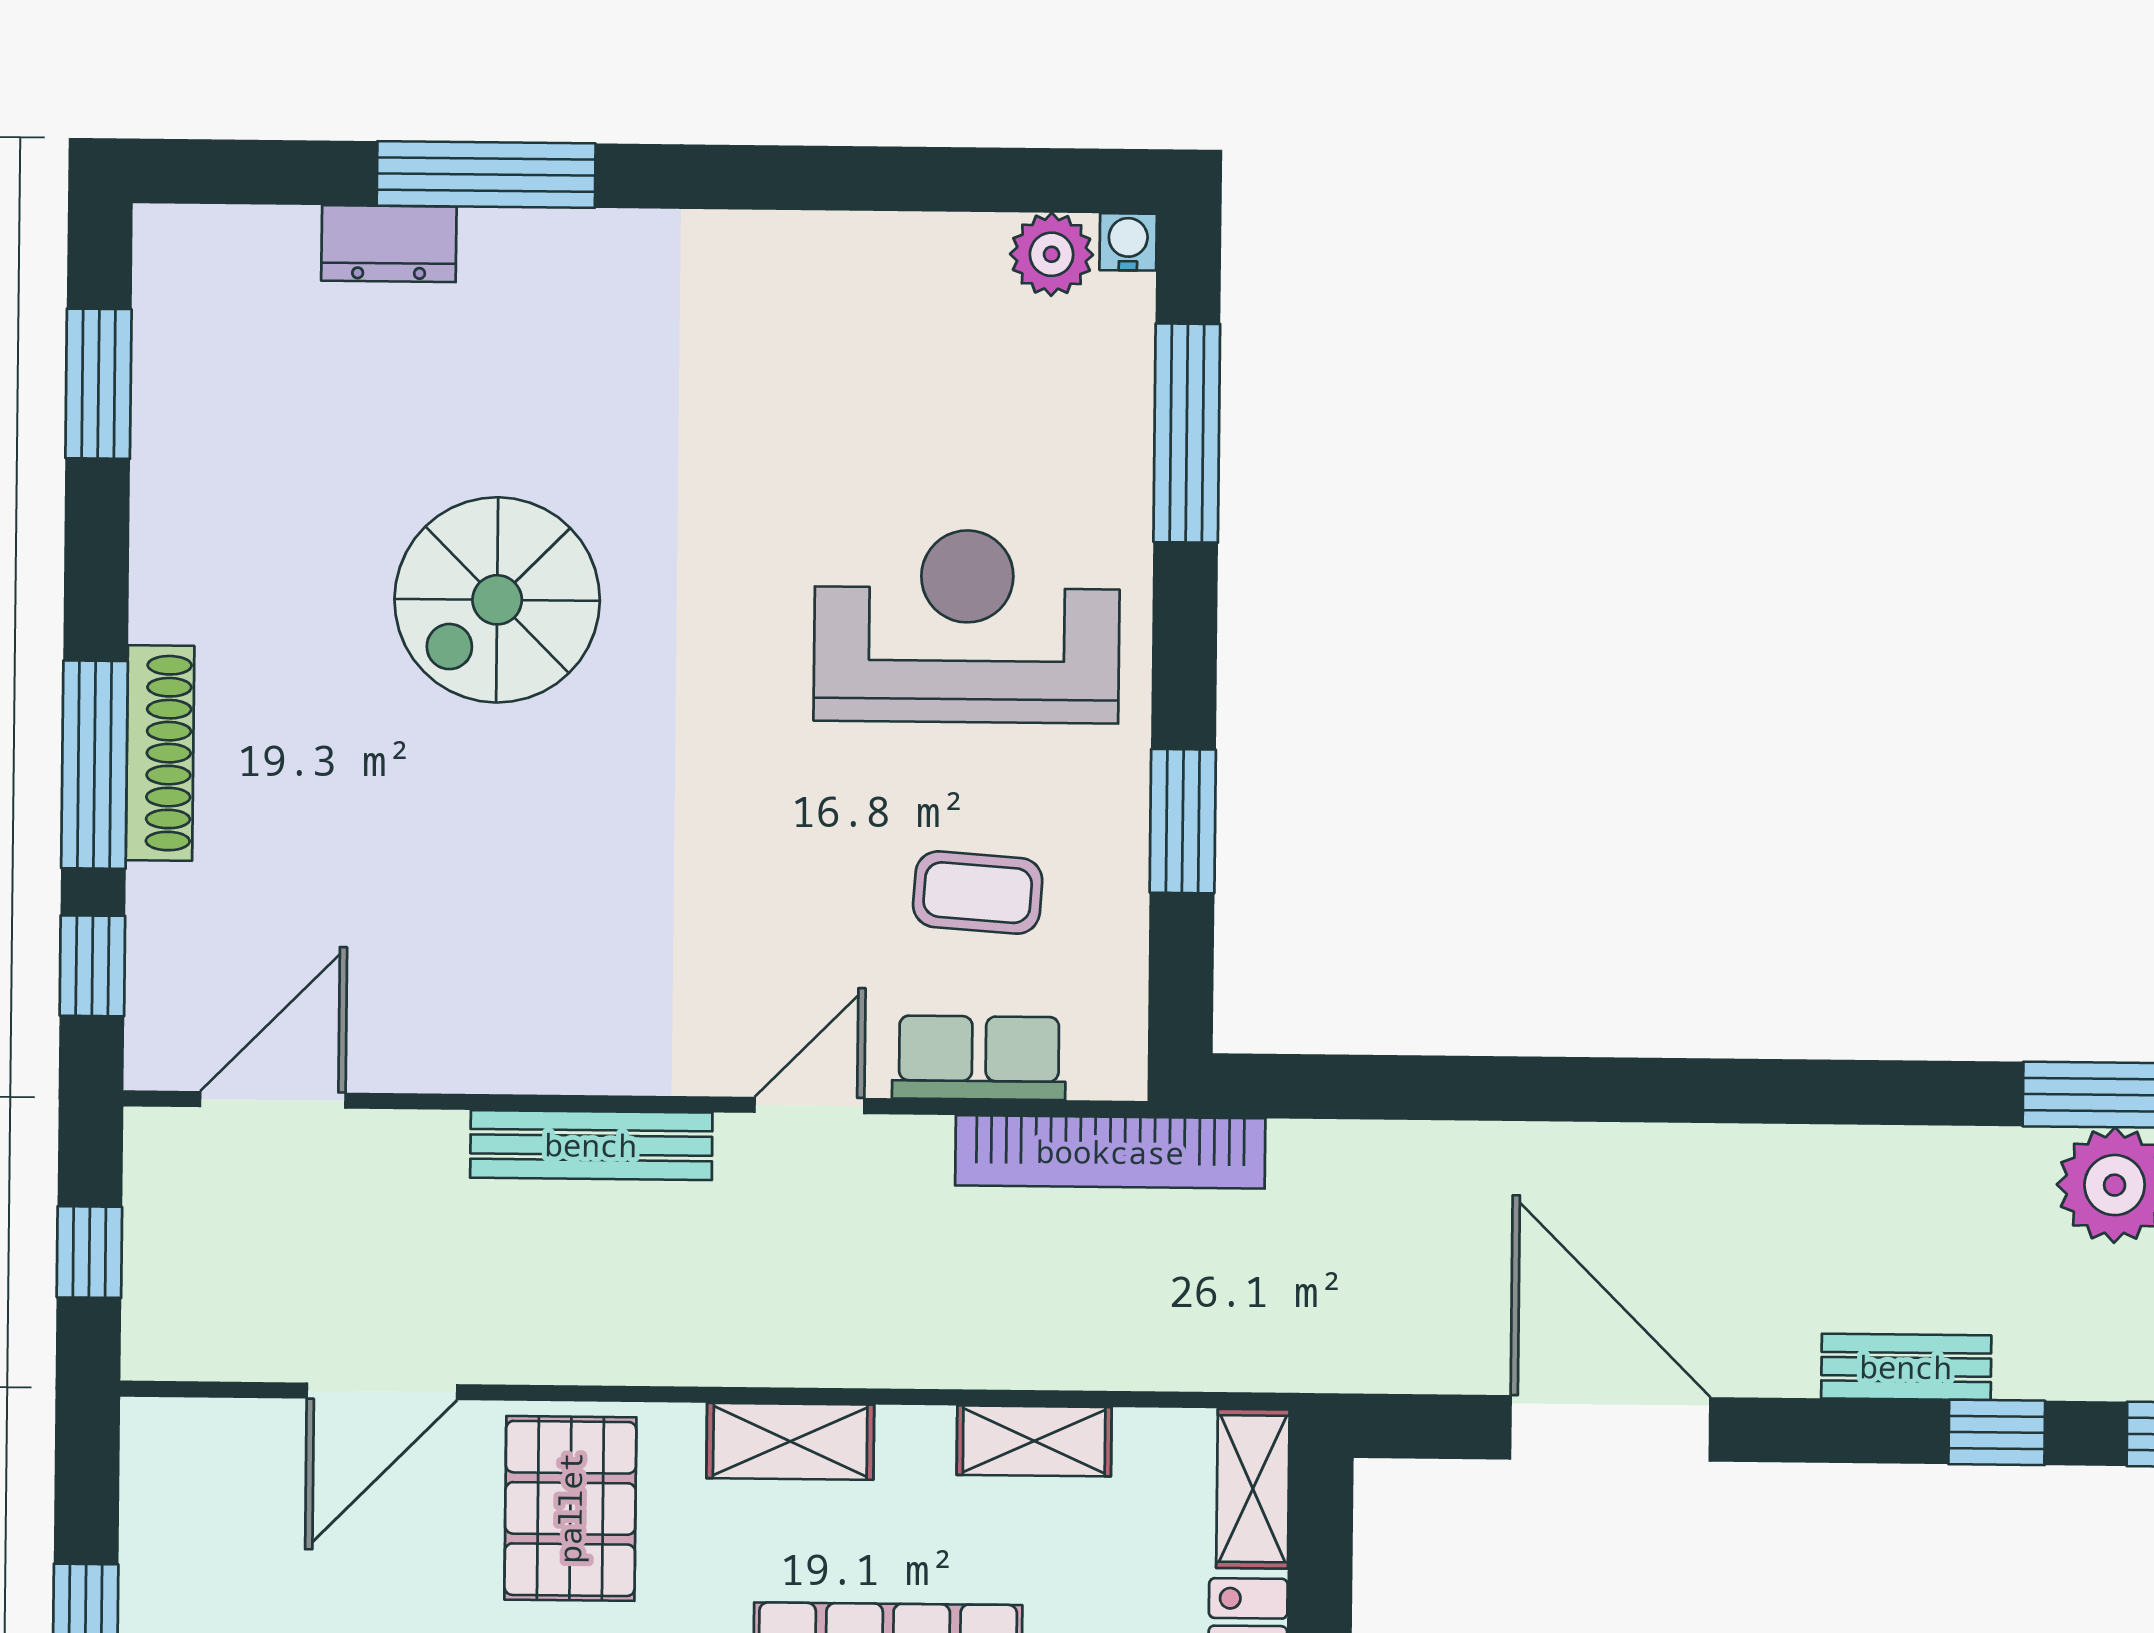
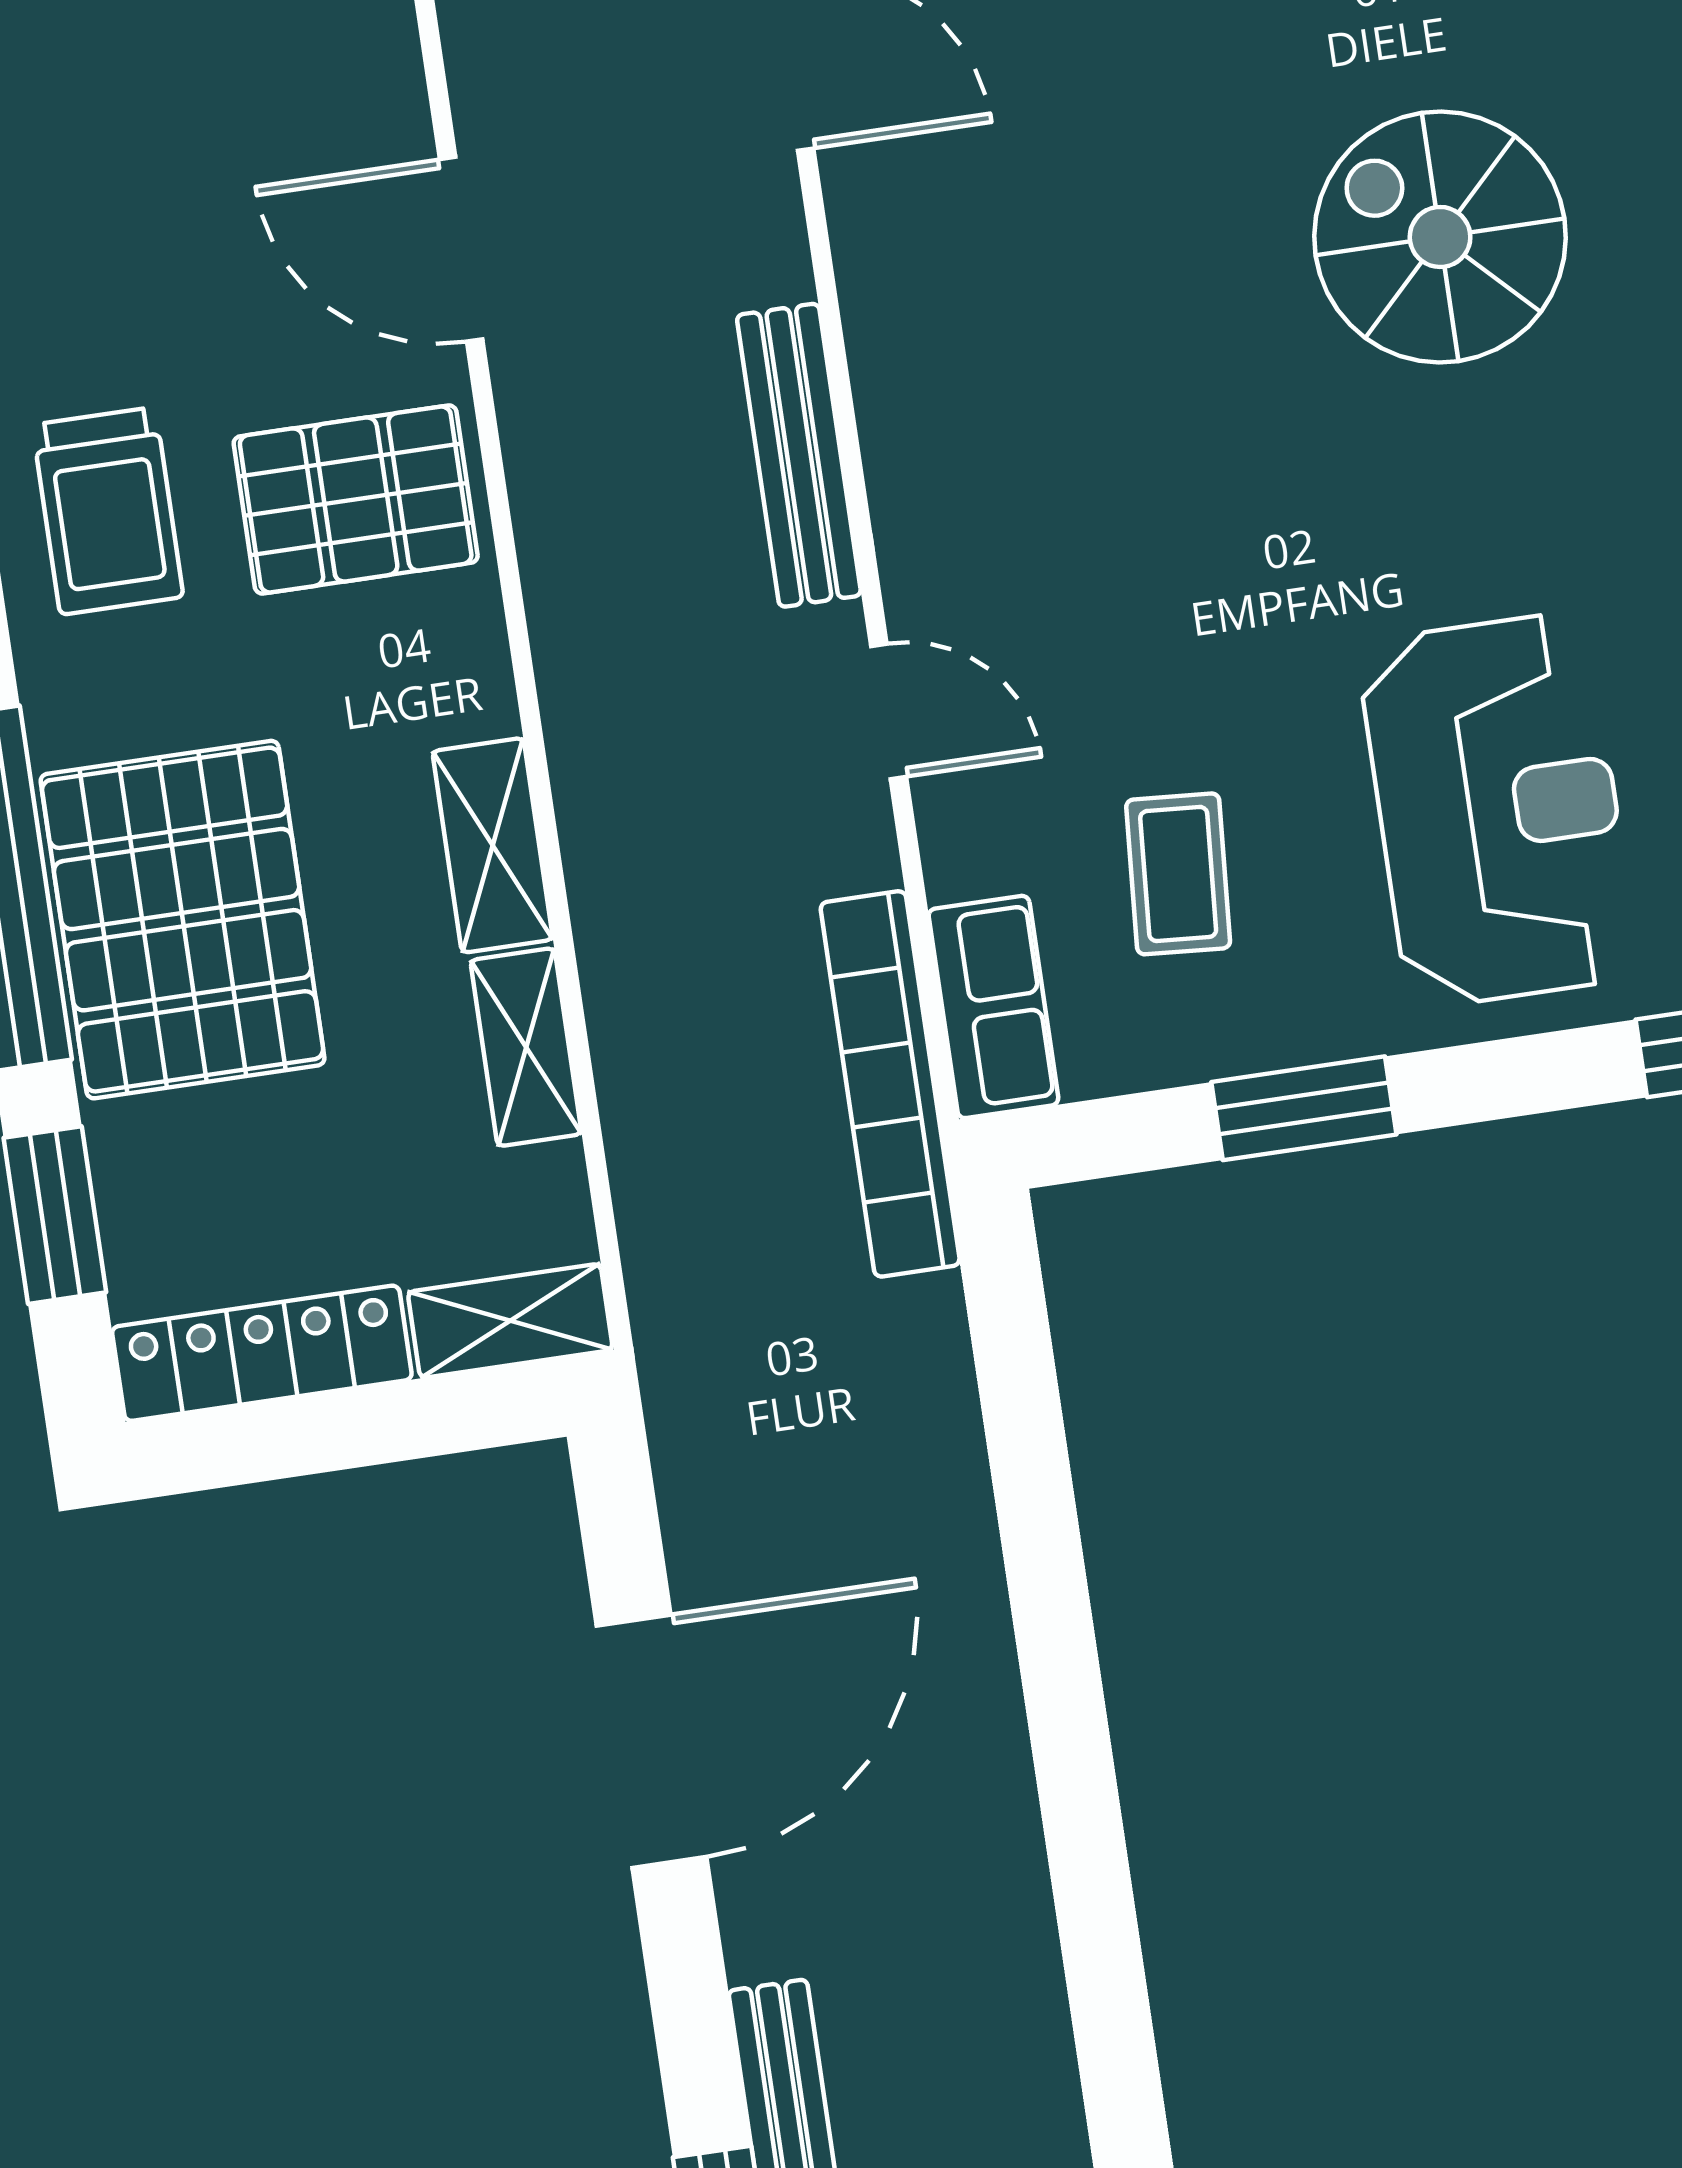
row of seats: (979, 1058) -> (993, 1007), moved
shelving: (790, 1441) -> (493, 845), moved

